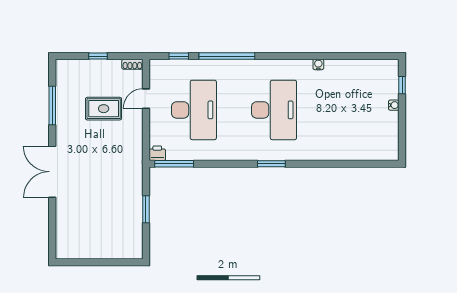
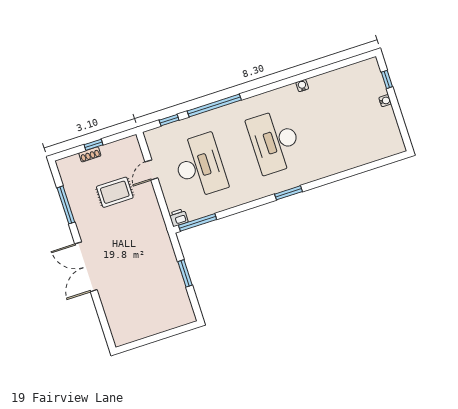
shoe rack: (132, 64) -> (90, 154), moved
desk: (274, 110) -> (275, 142), turned 180

